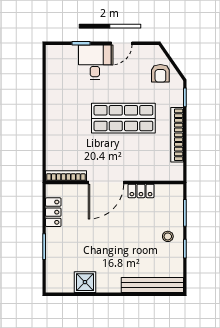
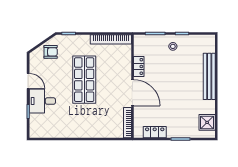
bookcase: (177, 135) -> (111, 39), moved
shower: (85, 282) -> (207, 122), moved
bench: (152, 285) -> (209, 76), moved

